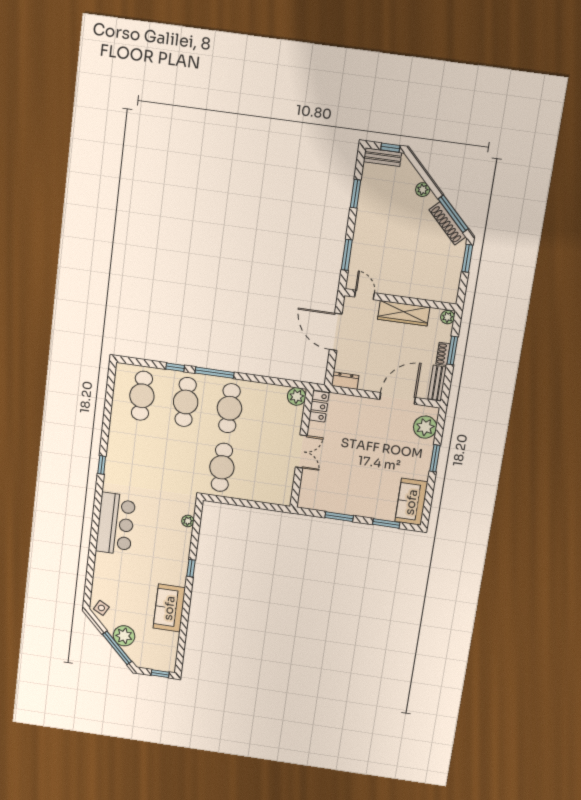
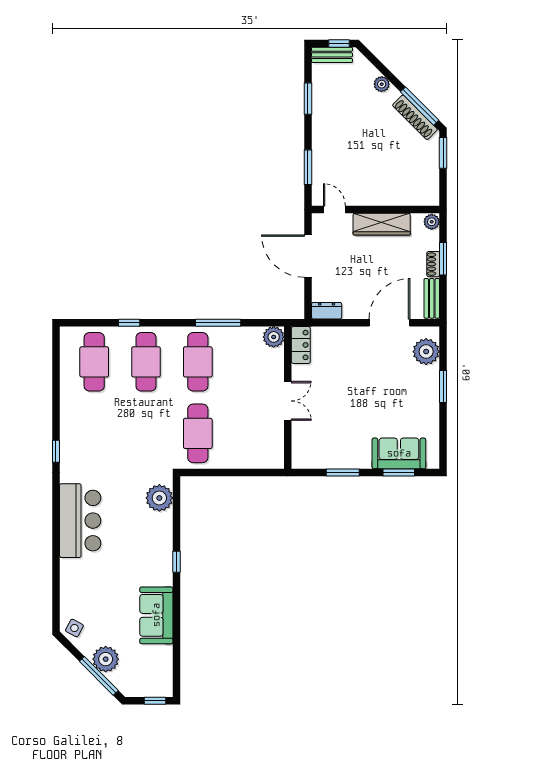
window: (215, 373) -> (218, 323), moved
sofa: (411, 502) -> (399, 453), moved, turned 90
plant: (188, 521) -> (159, 498), width x1.87, depth x1.87

